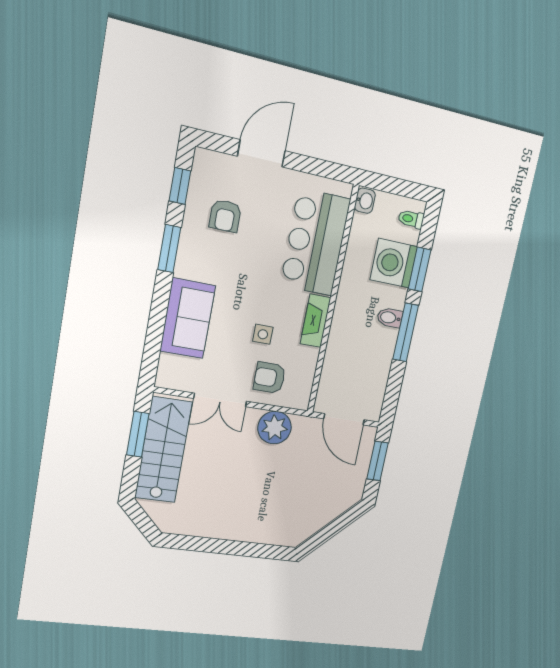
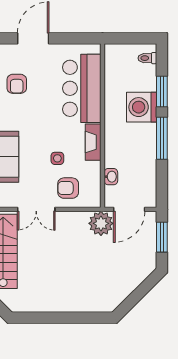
washbasin: (365, 201) -> (111, 177), moved
washing machine: (394, 263) -> (142, 107), moved
bidet: (390, 318) -> (147, 130), removed
door: (344, 419) -> (129, 209), hinge flipped
plant: (275, 428) -> (101, 223), moved

